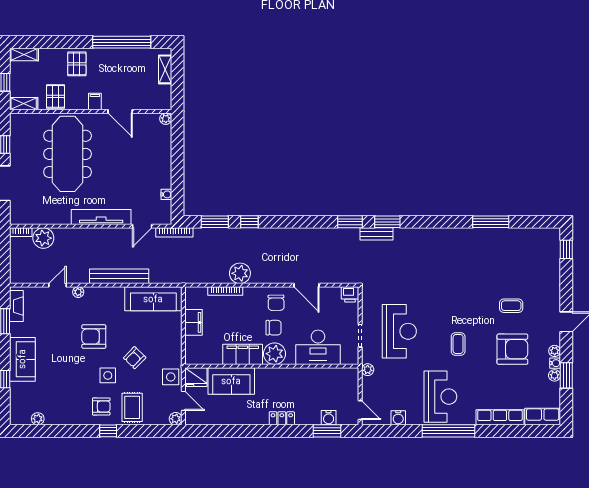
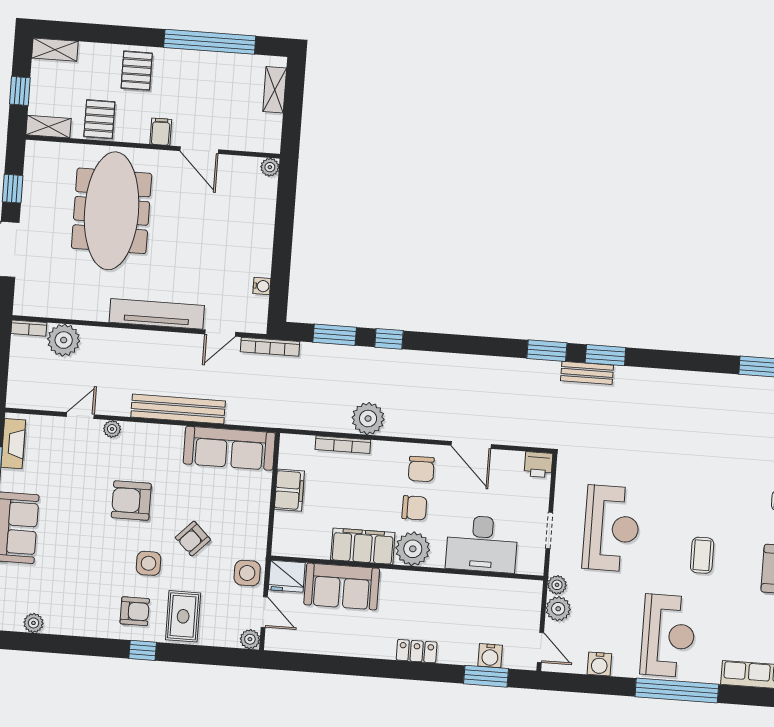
plant: (369, 385) -> (558, 609), added

